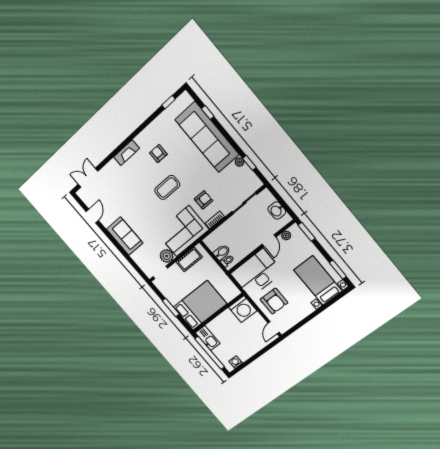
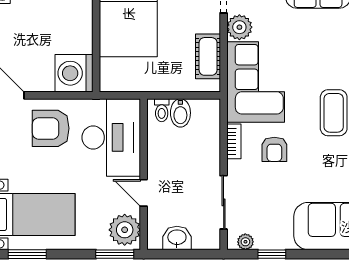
plant: (239, 162) -> (245, 242), moved
plant: (286, 235) -> (125, 230), width x1.87, depth x1.87

